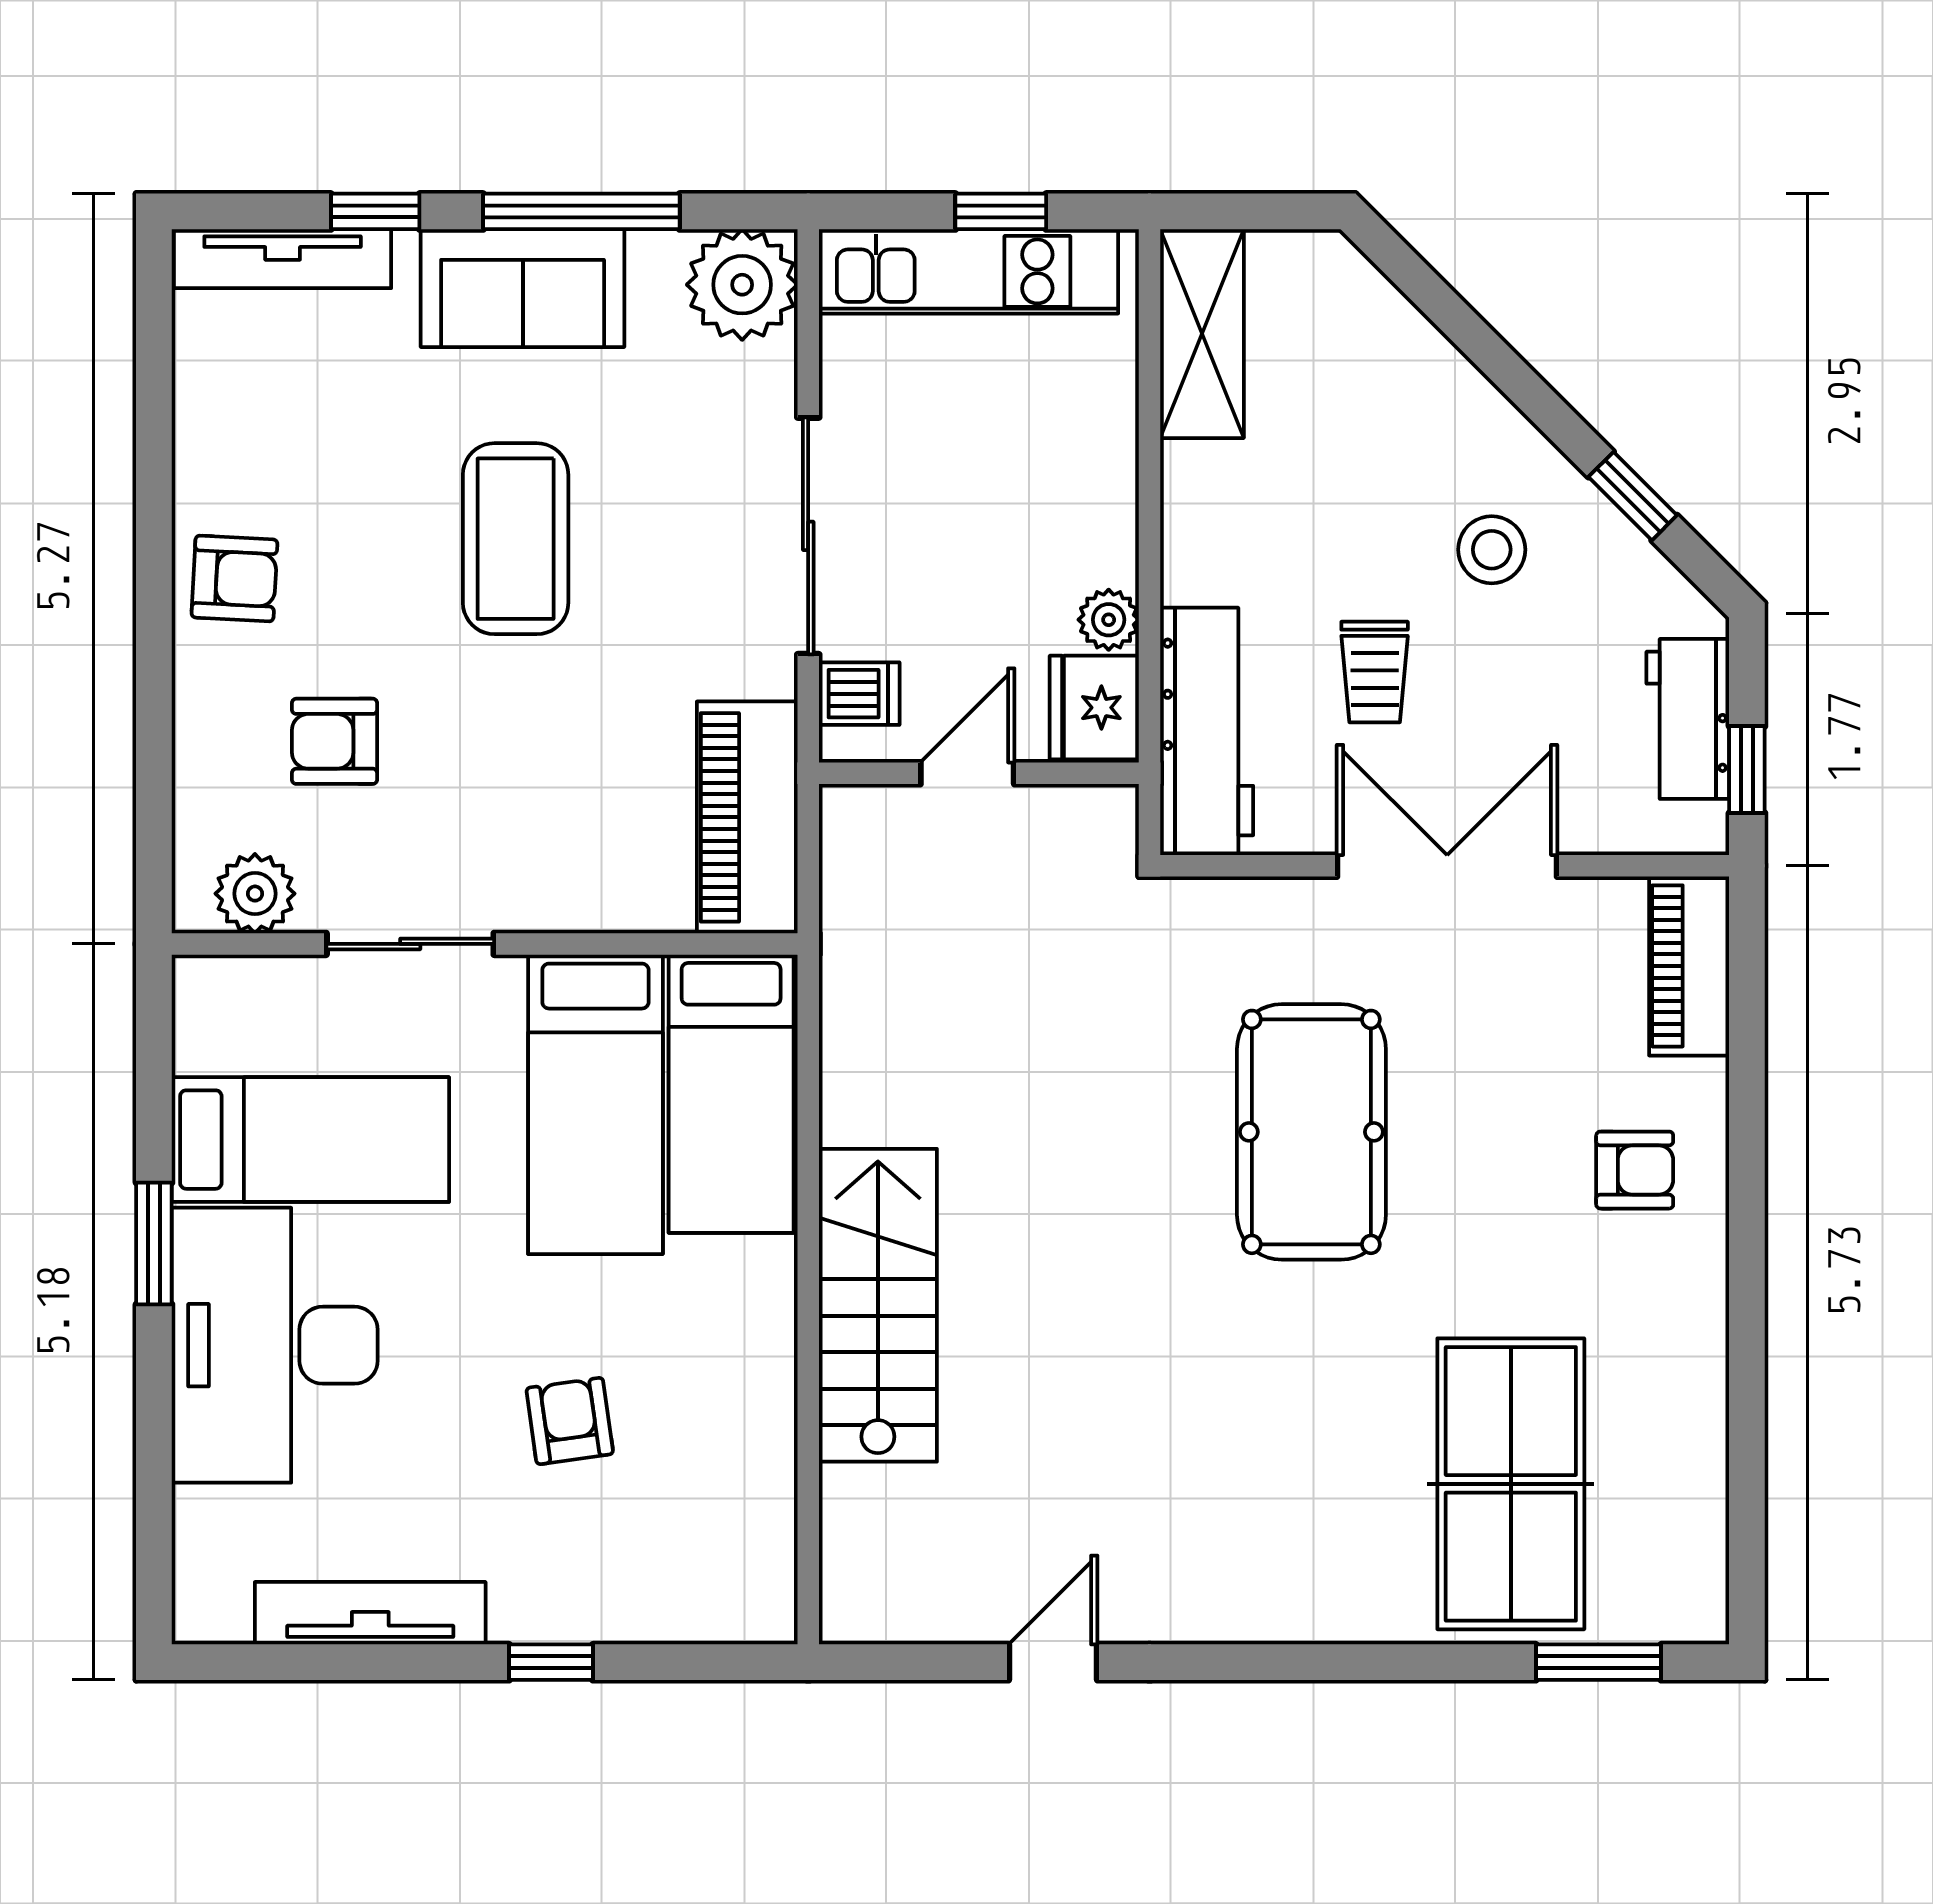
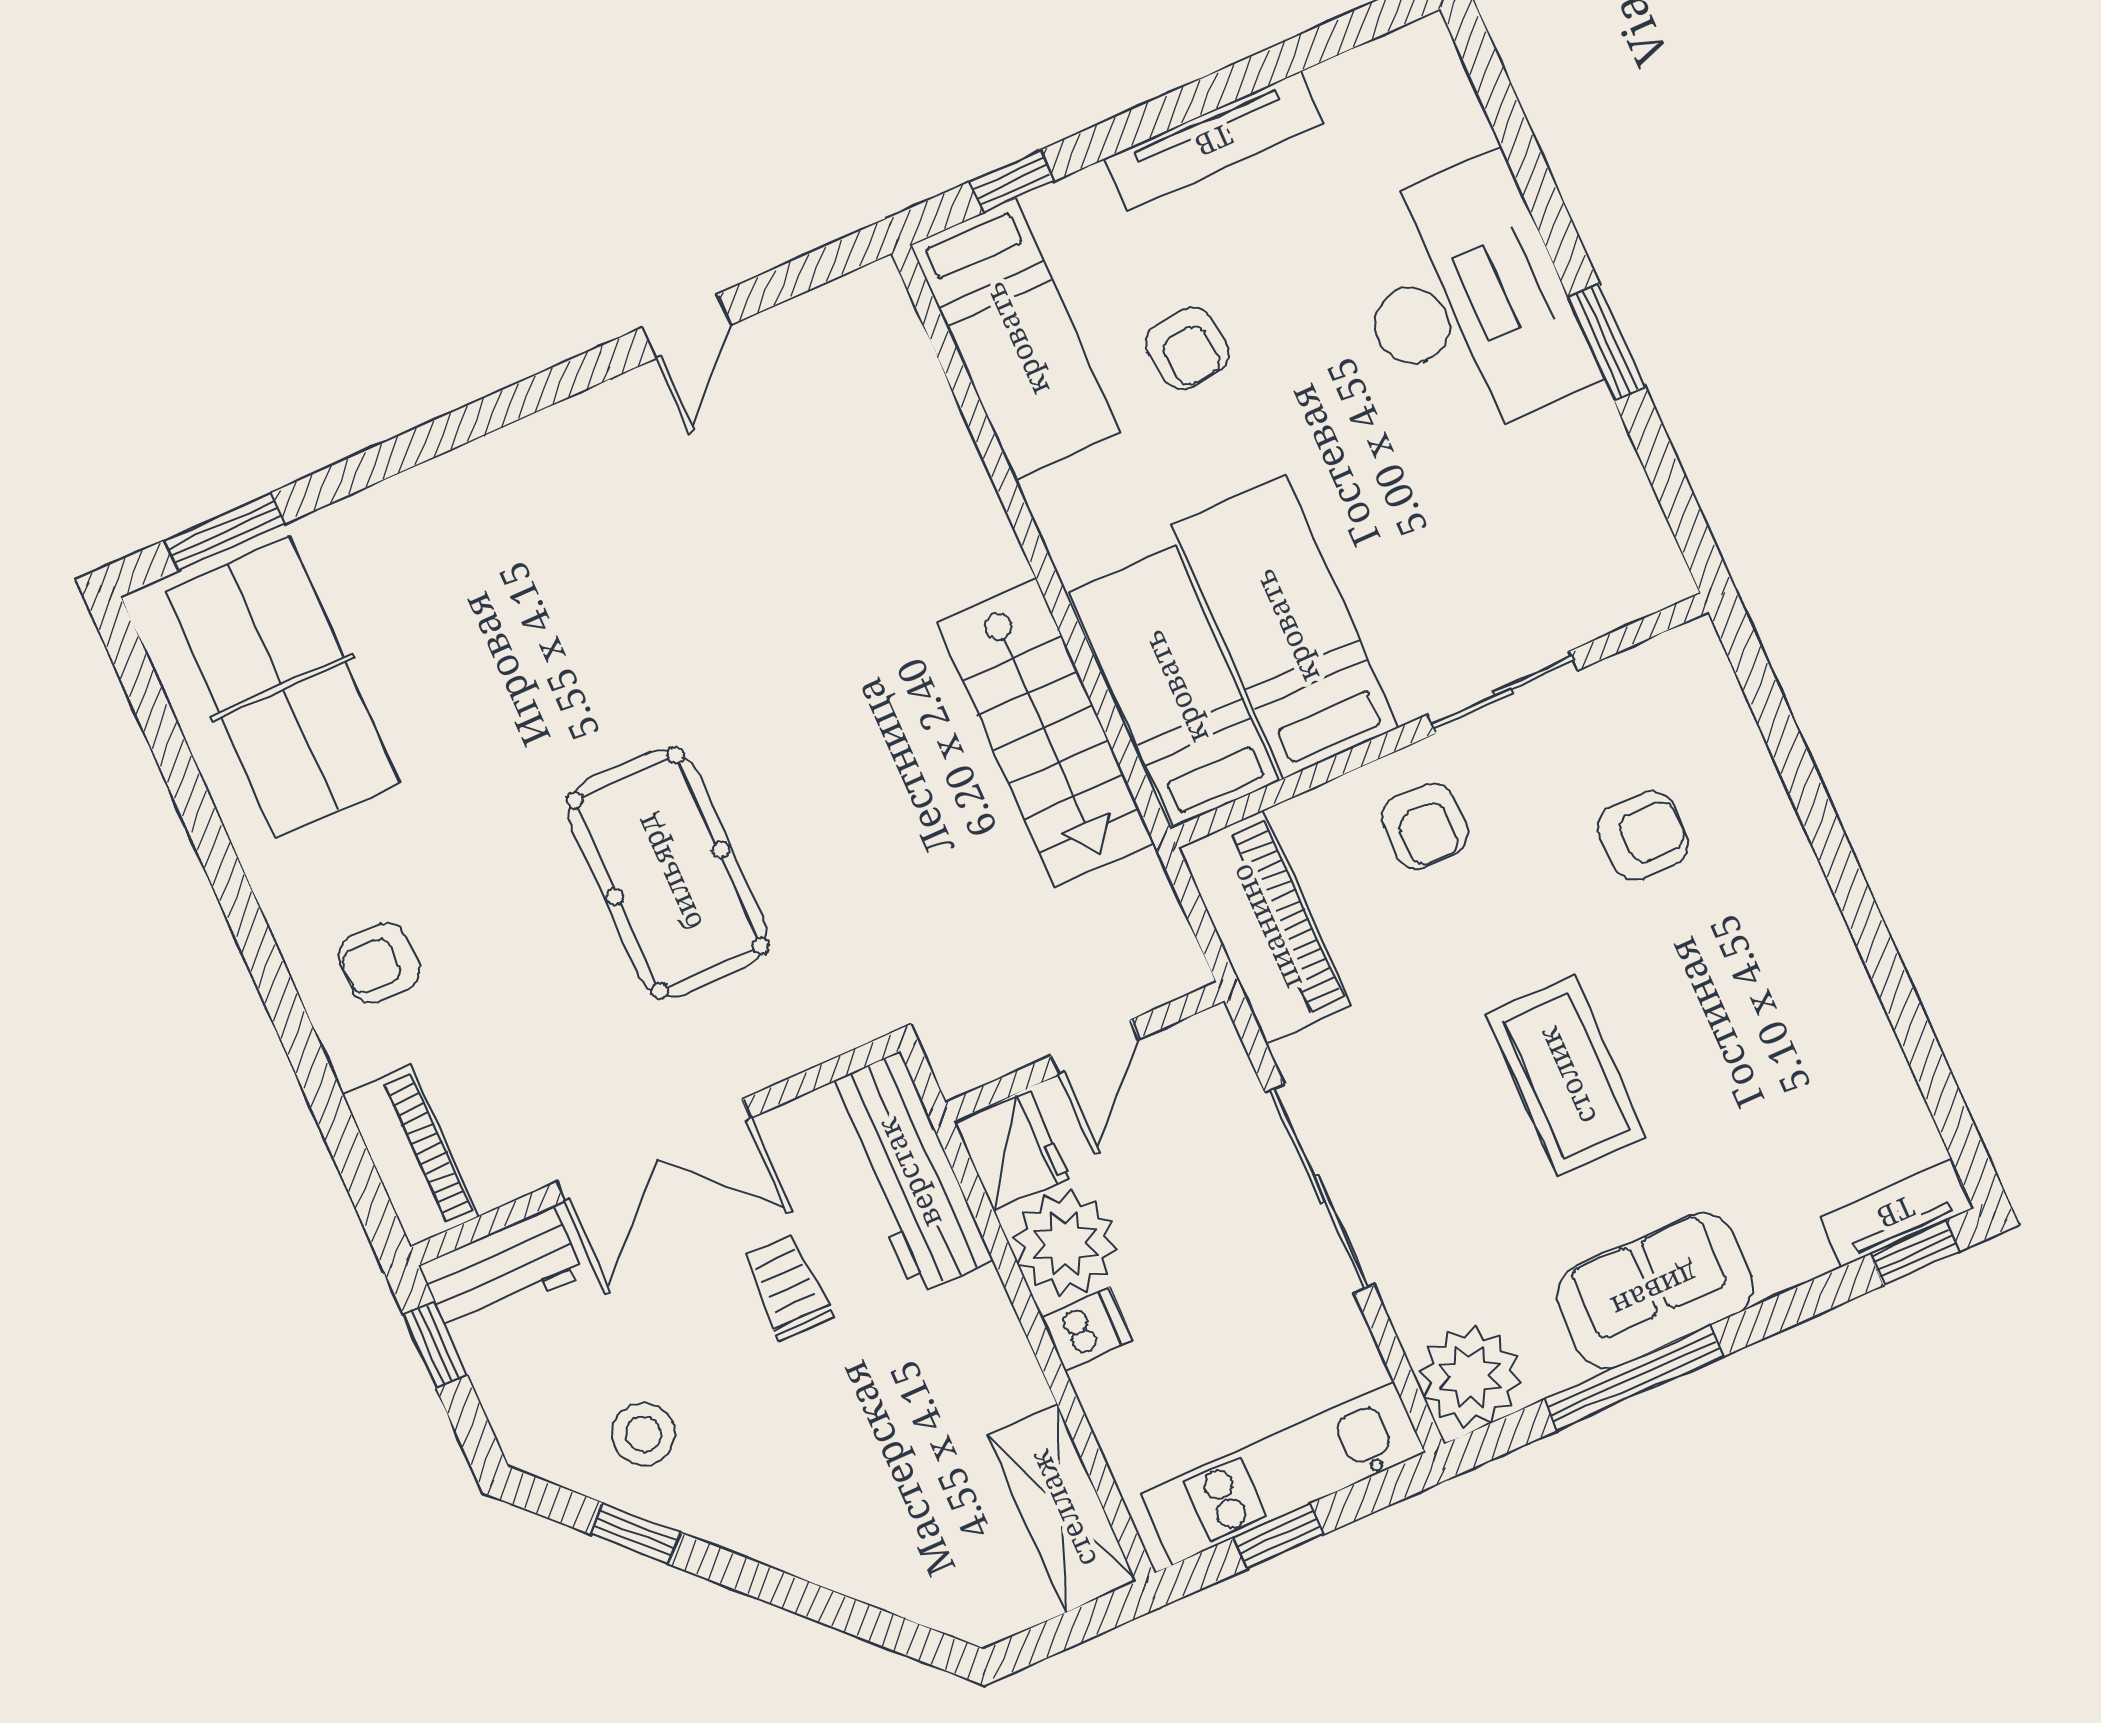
window: (375, 211) -> (1914, 1253), moved
tv unit: (283, 259) -> (1896, 1213), width x0.71
stool: (1492, 550) -> (643, 1434), moved
armchair: (234, 578) -> (1425, 826), moved, turned -93
plant: (1109, 620) -> (1065, 1243), width x1.87, depth x1.87
dishwasher: (859, 694) -> (1087, 1329), moved, turned 180
workbench: (1688, 719) -> (502, 1270), moved, turned 90
plant: (255, 894) -> (1653, 677), removed
bed: (310, 1140) -> (1015, 339), moved, turned -90
stairs: (878, 1305) -> (1045, 733), moved
table tennis table: (1511, 1484) -> (283, 687), moved
tv unit: (370, 1613) -> (1214, 141), moved
window: (551, 1662) -> (1012, 181), moved

